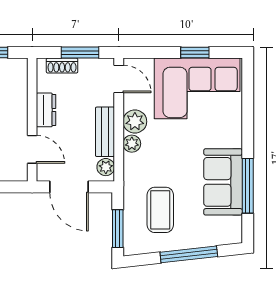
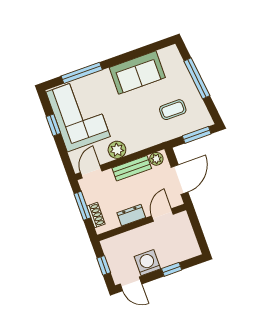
plant: (132, 144) -> (133, 146), removed
window: (248, 186) -> (82, 73), moved
coffee table: (160, 210) -> (173, 110), width x0.73, depth x0.77

